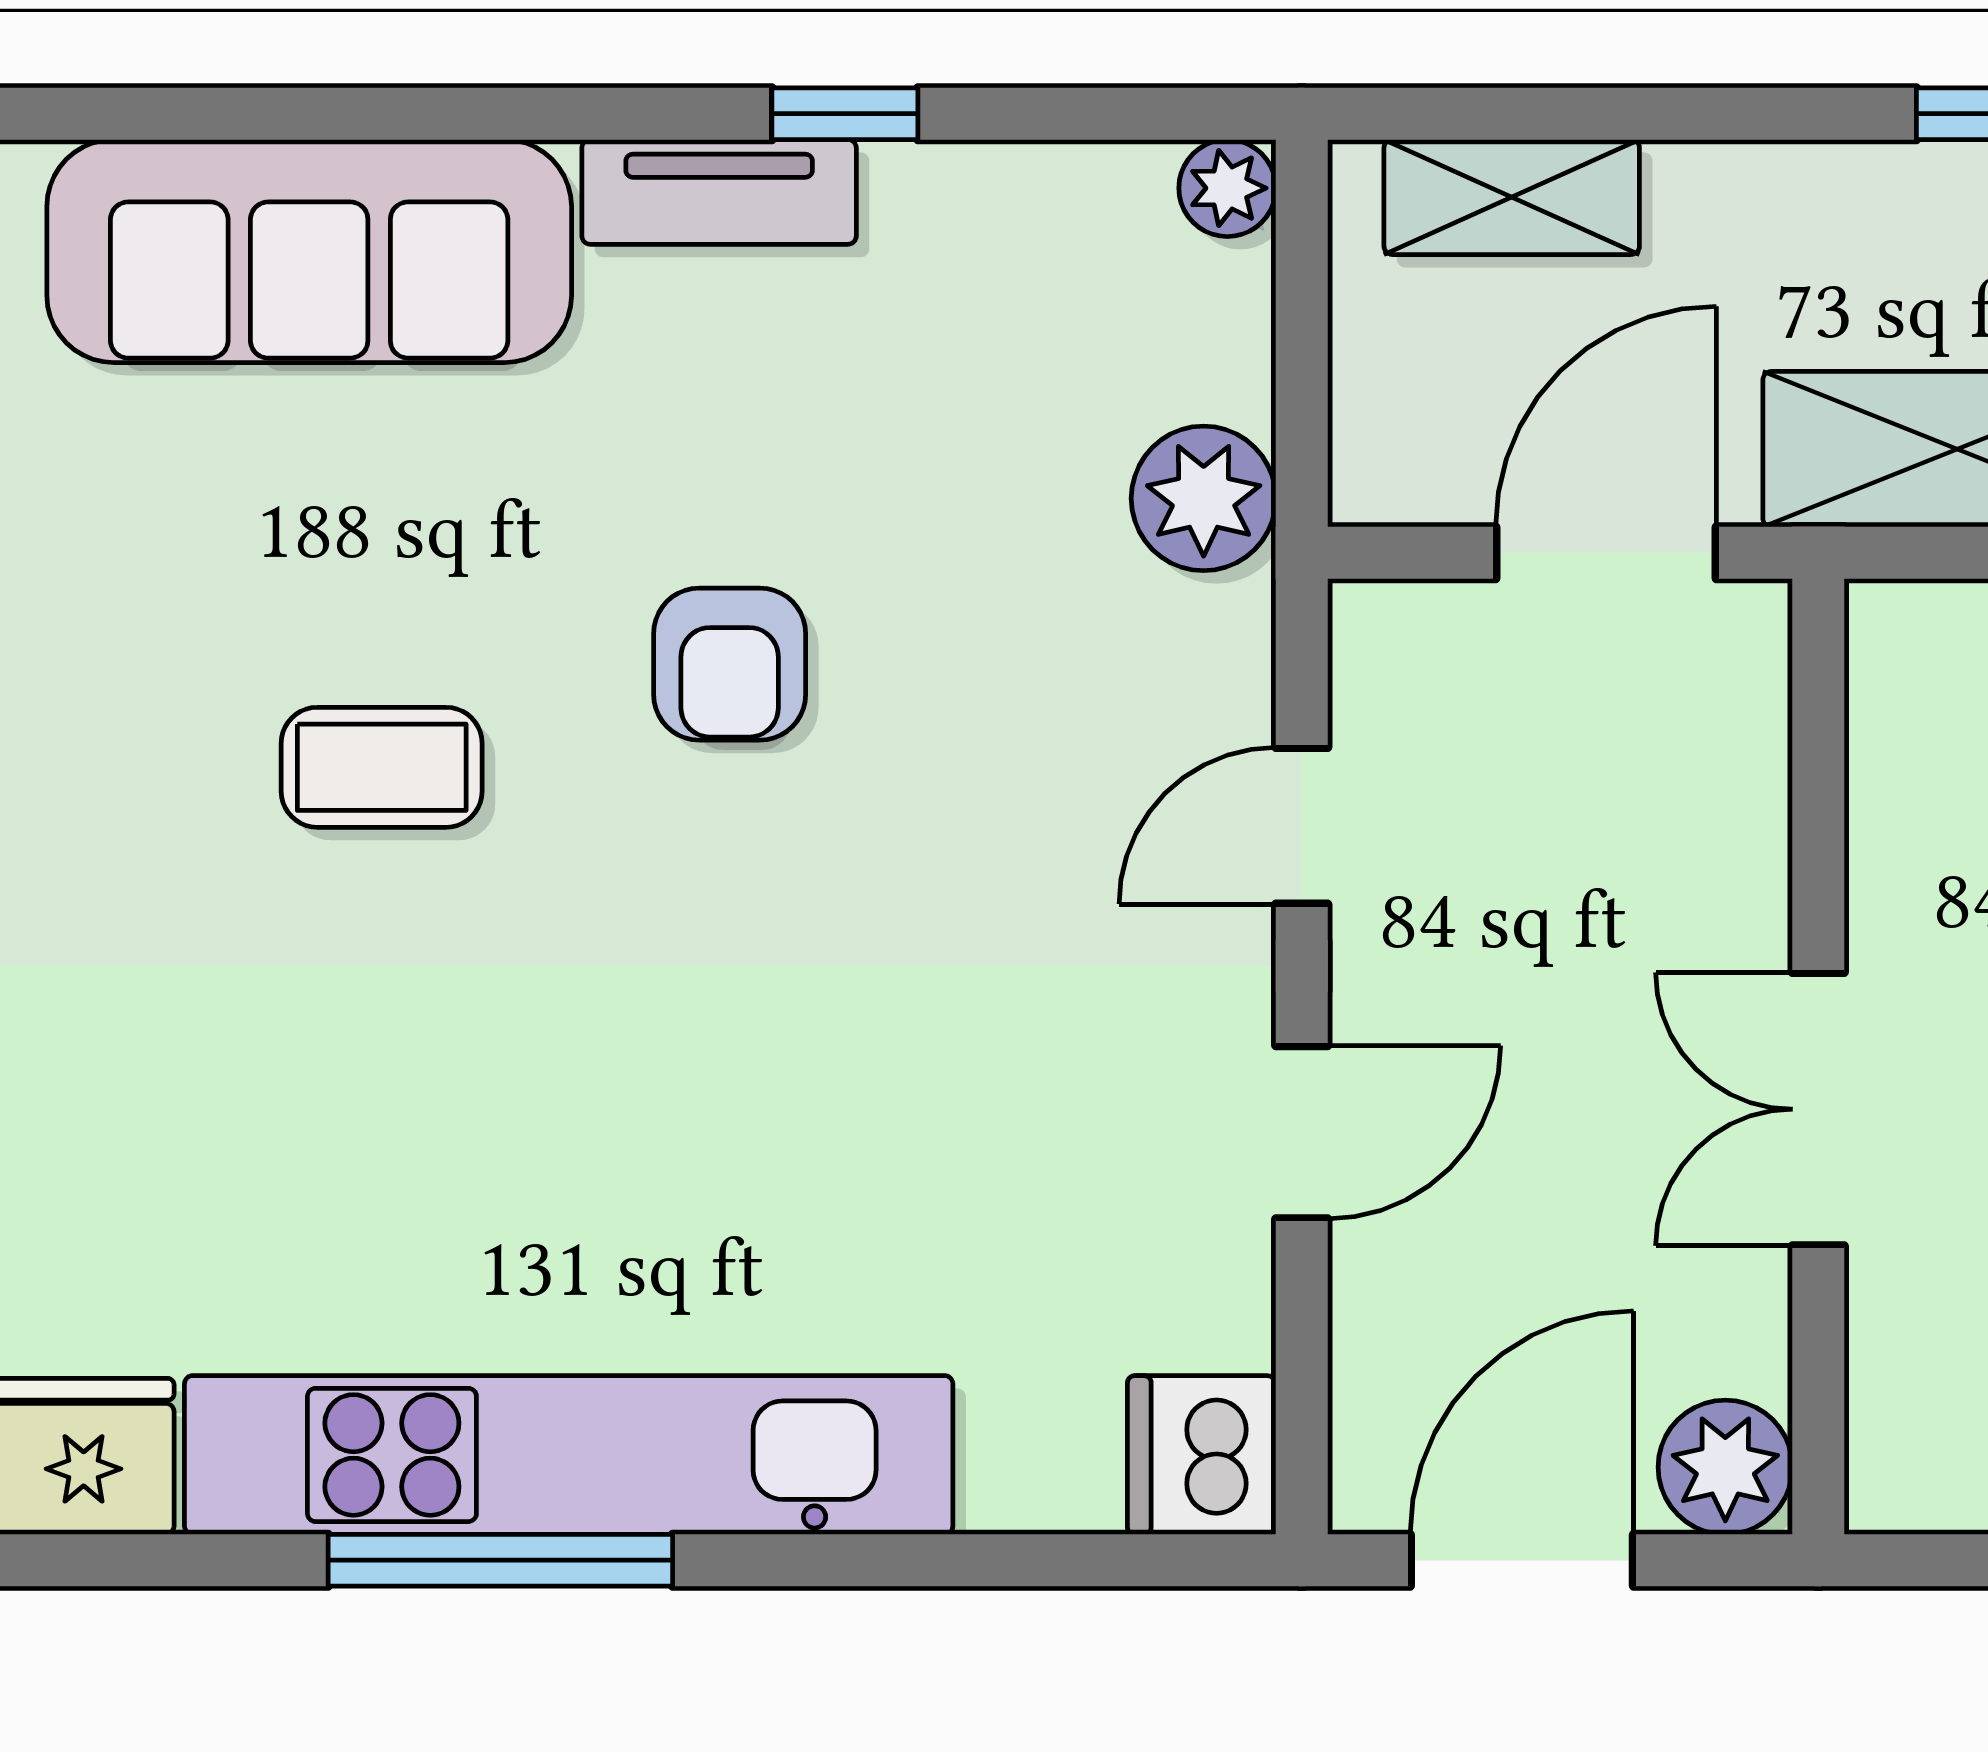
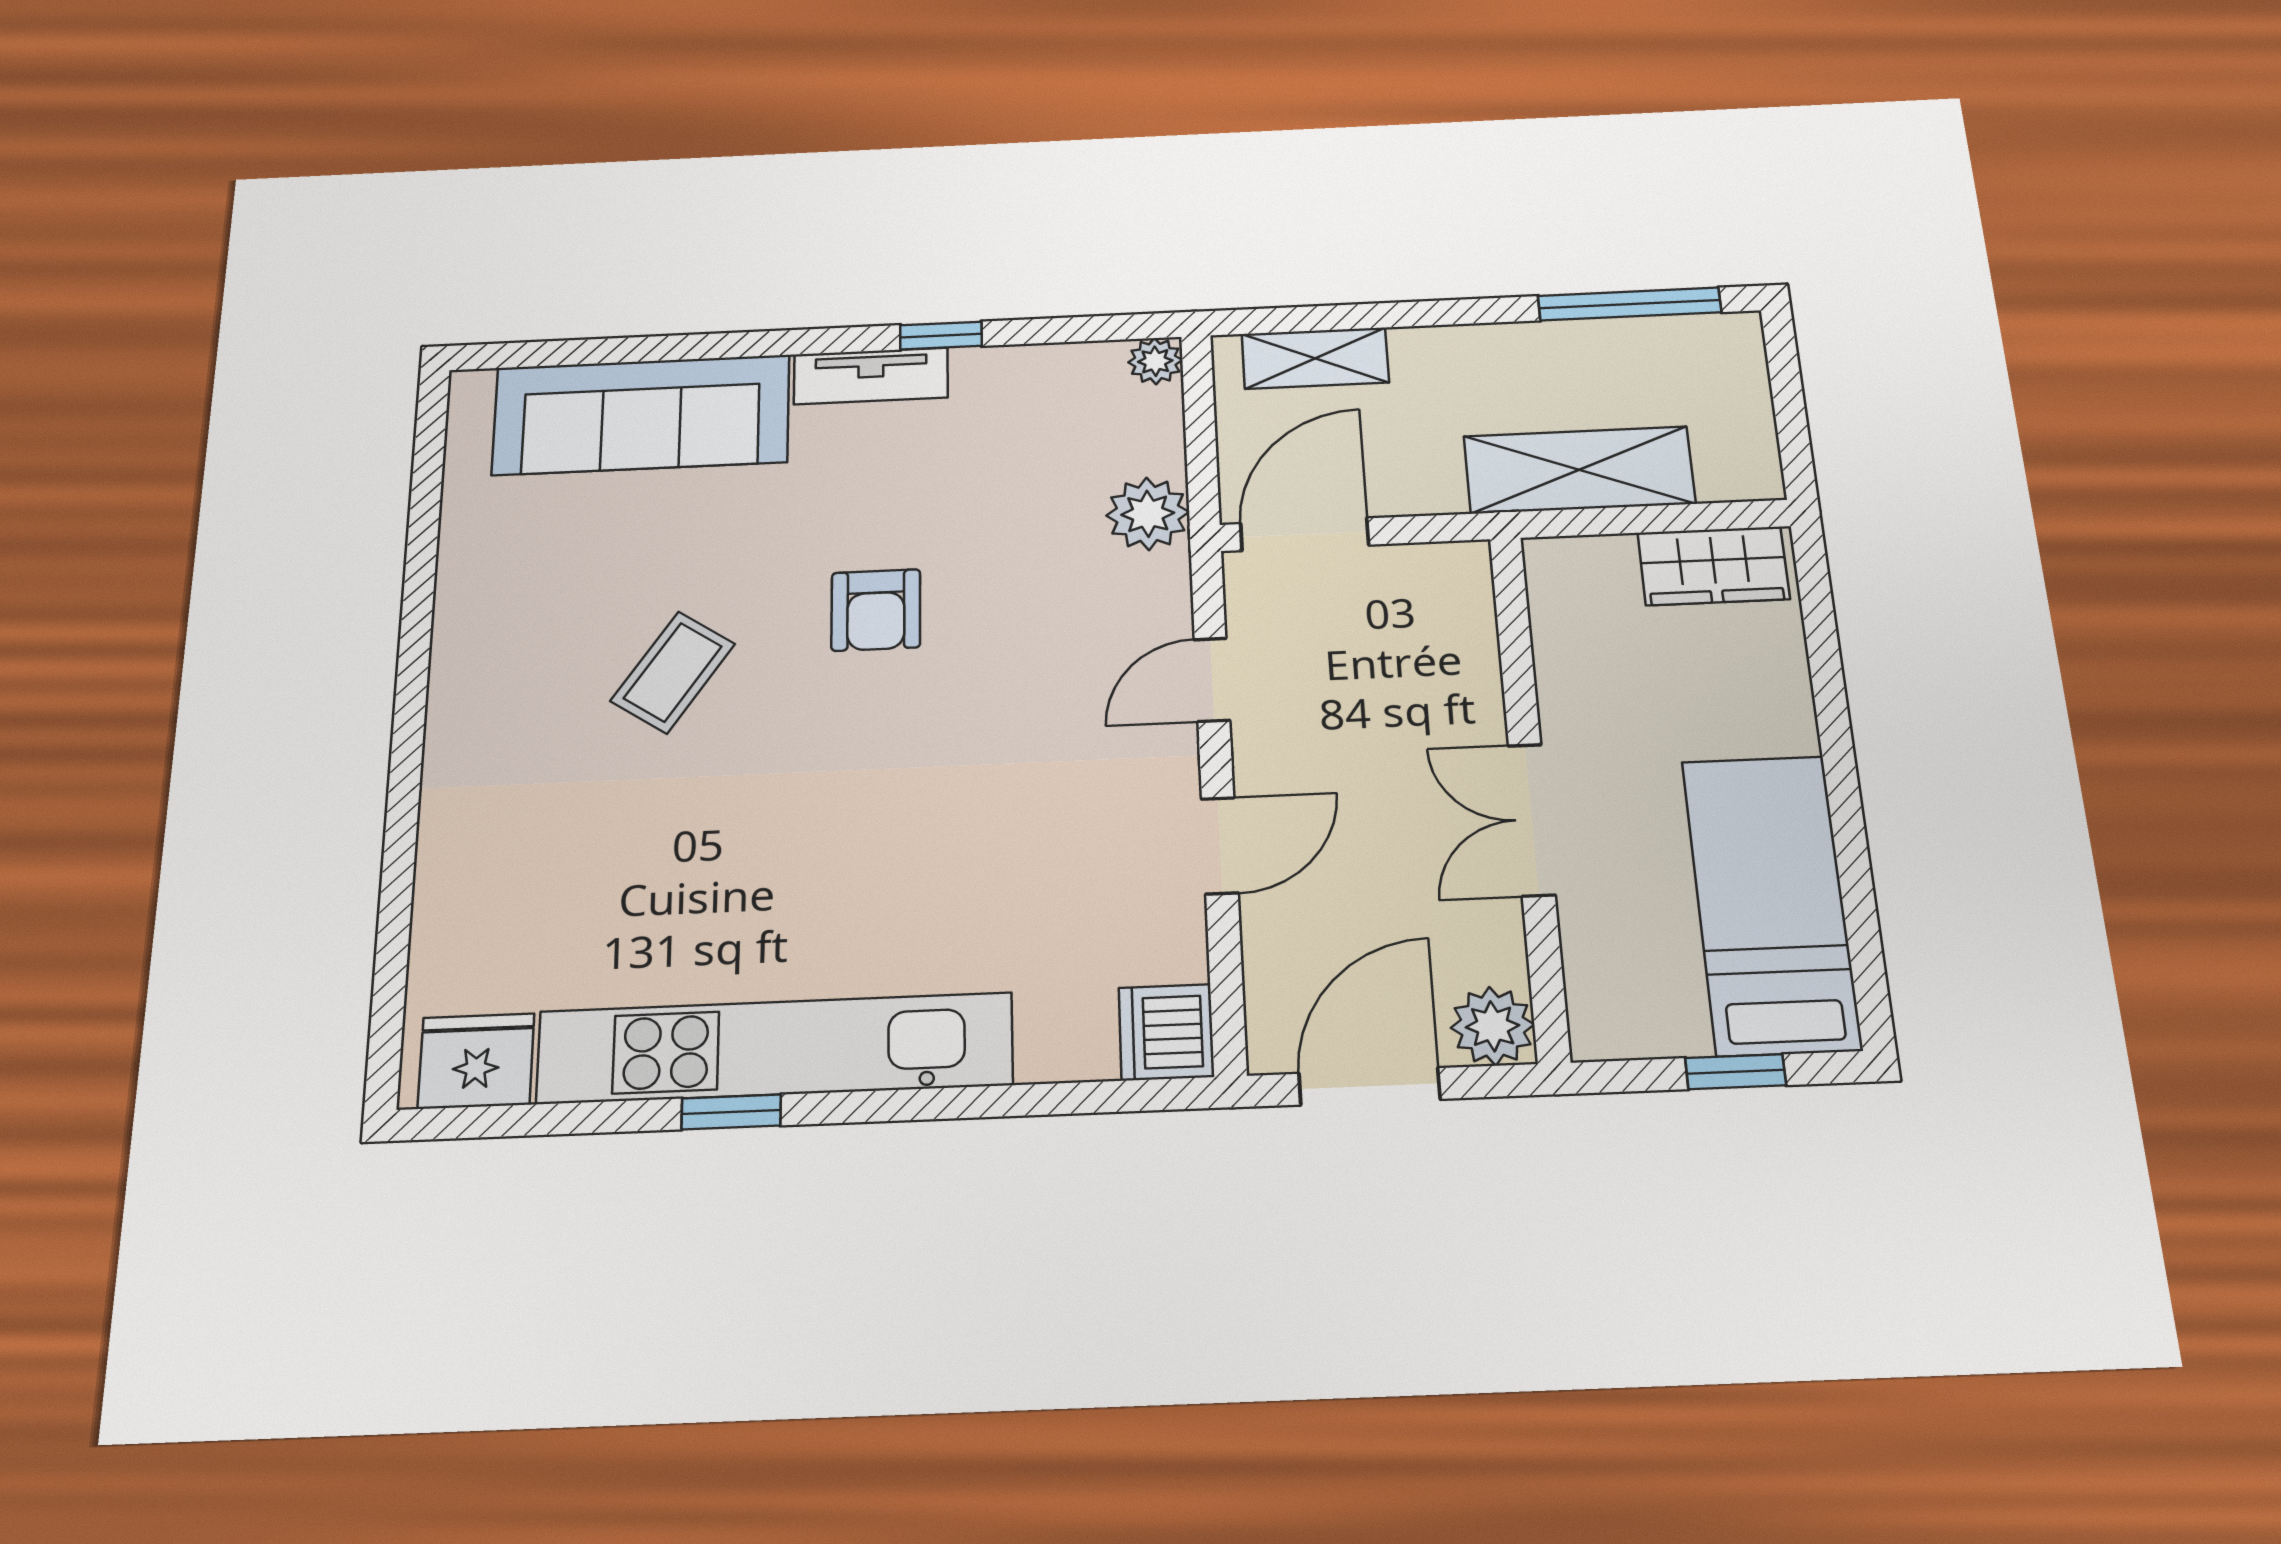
door: (1606, 553) -> (1305, 534), moved
coffee table: (382, 767) -> (673, 672), turned -56
window: (500, 1560) -> (731, 1112), width x0.46

